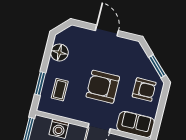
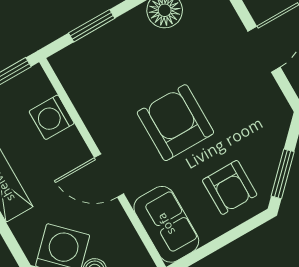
coffee table: (60, 90) -> (110, 63), removed

